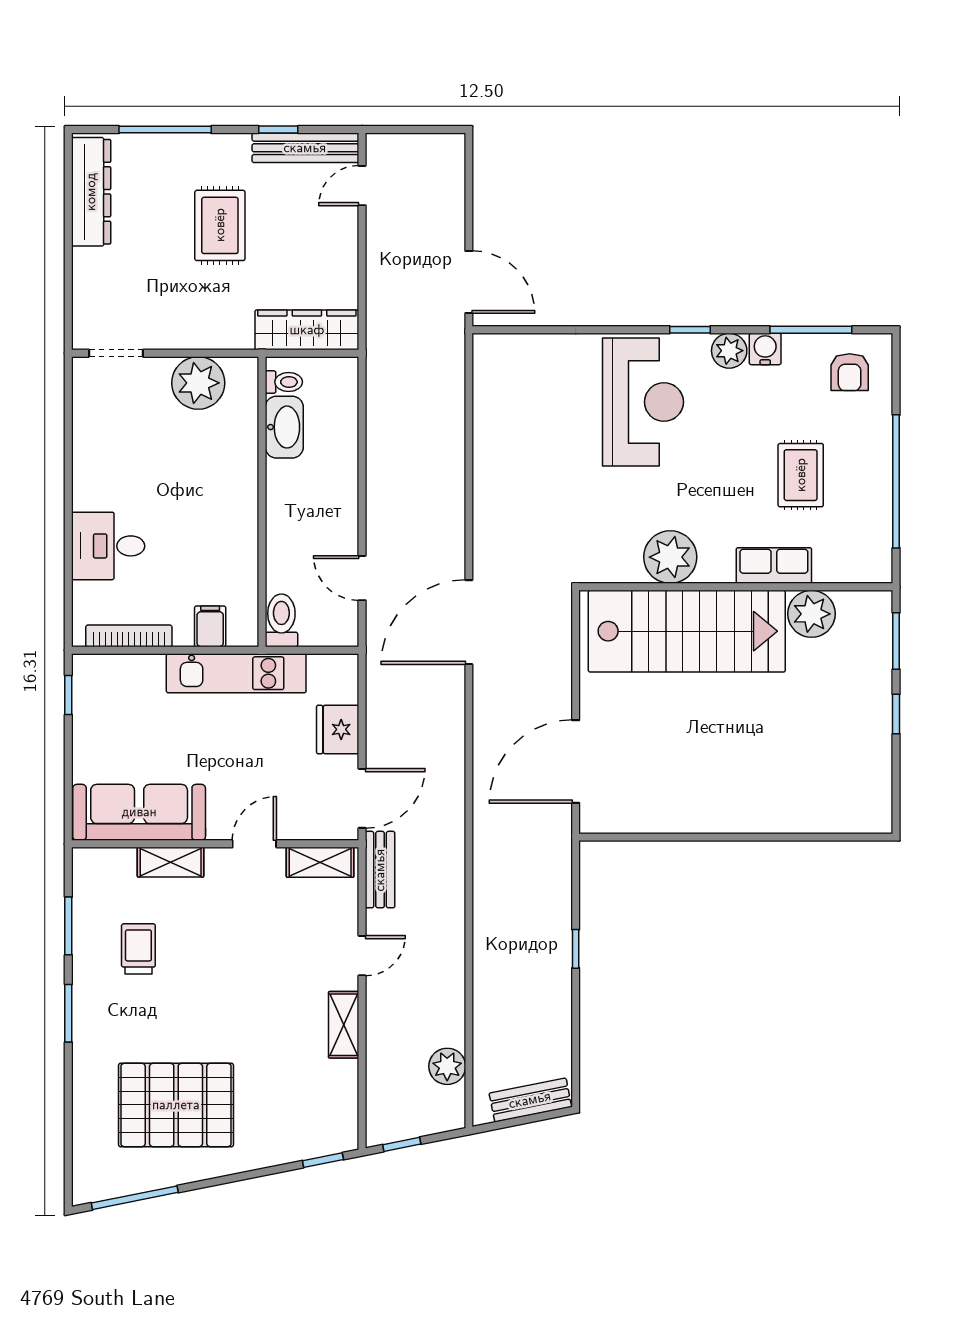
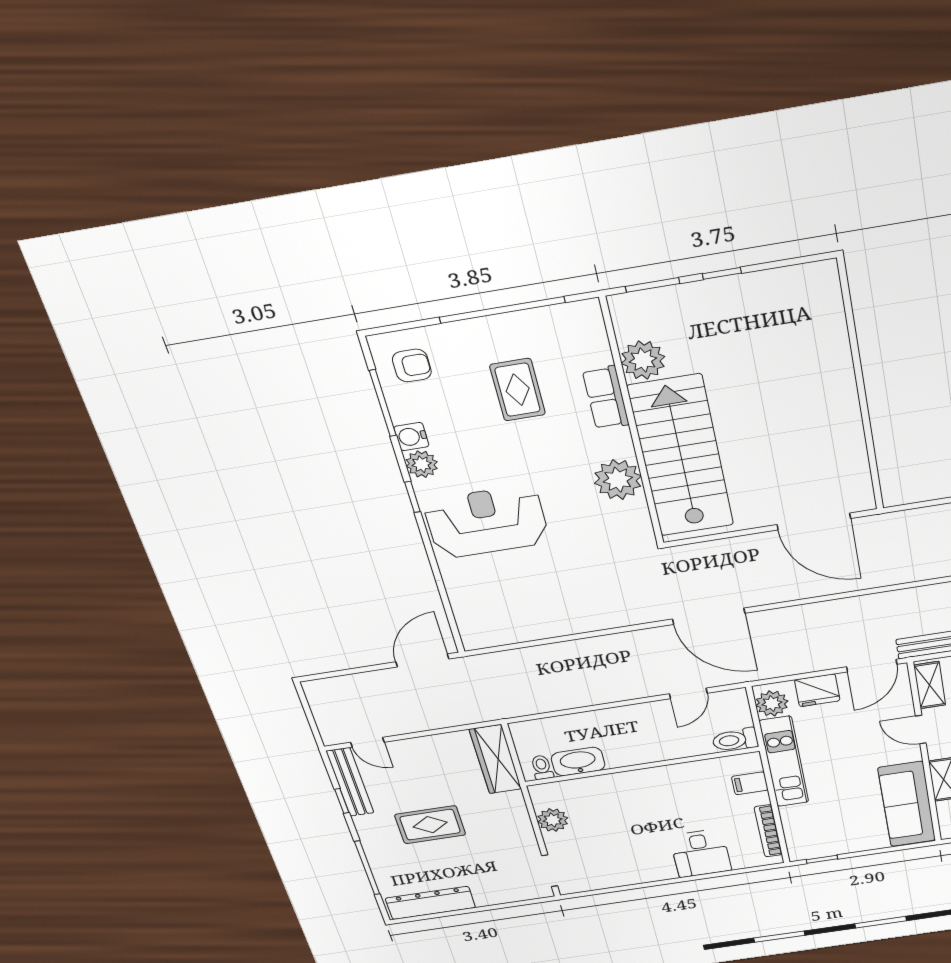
plant: (198, 383) -> (553, 820), width x0.73, depth x0.73
rug: (801, 475) -> (518, 390), turned 90
plant: (328, 673) -> (772, 703), added
door: (362, 798) -> (872, 666), swing flipped

